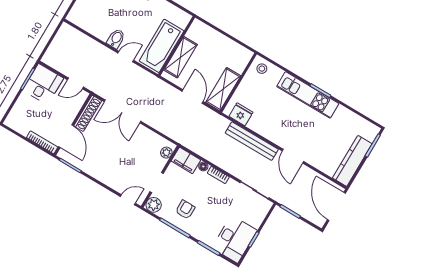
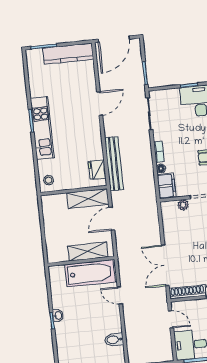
bidet: (116, 39) -> (114, 340), moved
double door: (122, 111) -> (165, 265), swing flipped
bench: (252, 141) -> (114, 164), moved
plant: (166, 153) -> (183, 205), moved

